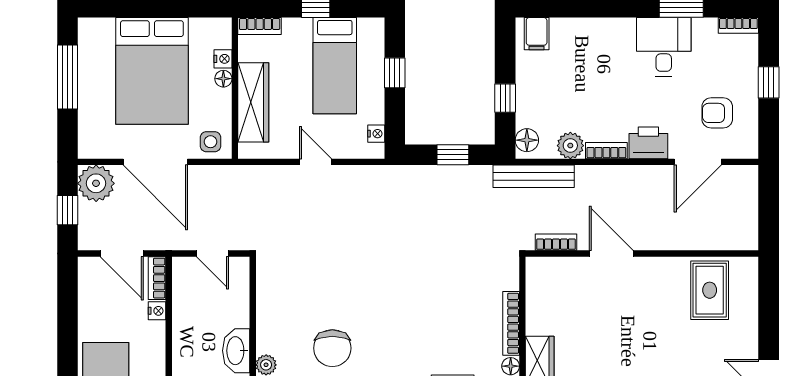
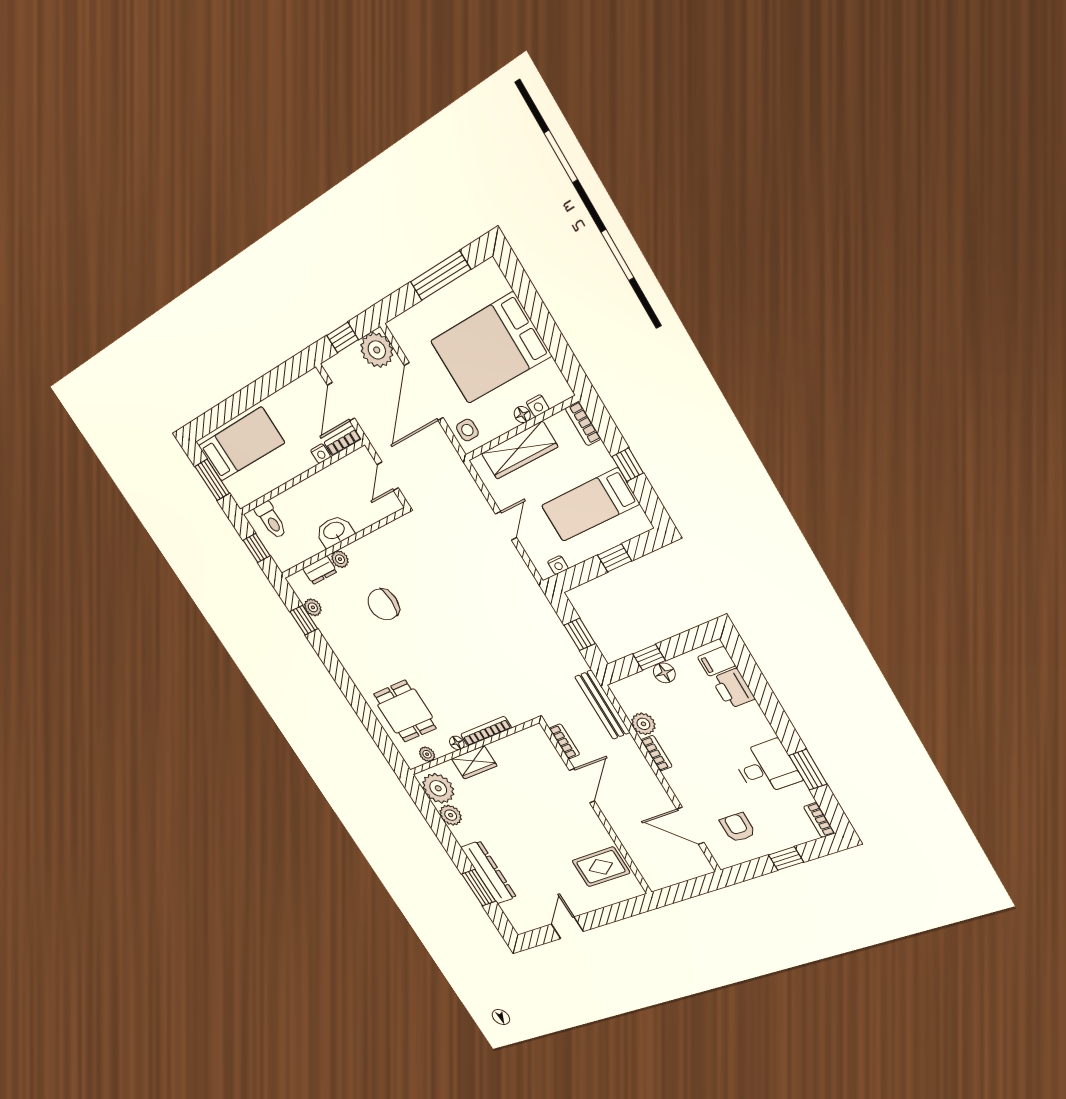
floor lamp: (527, 140) -> (664, 673), moved
printer: (648, 143) -> (733, 689), moved, turned 180

